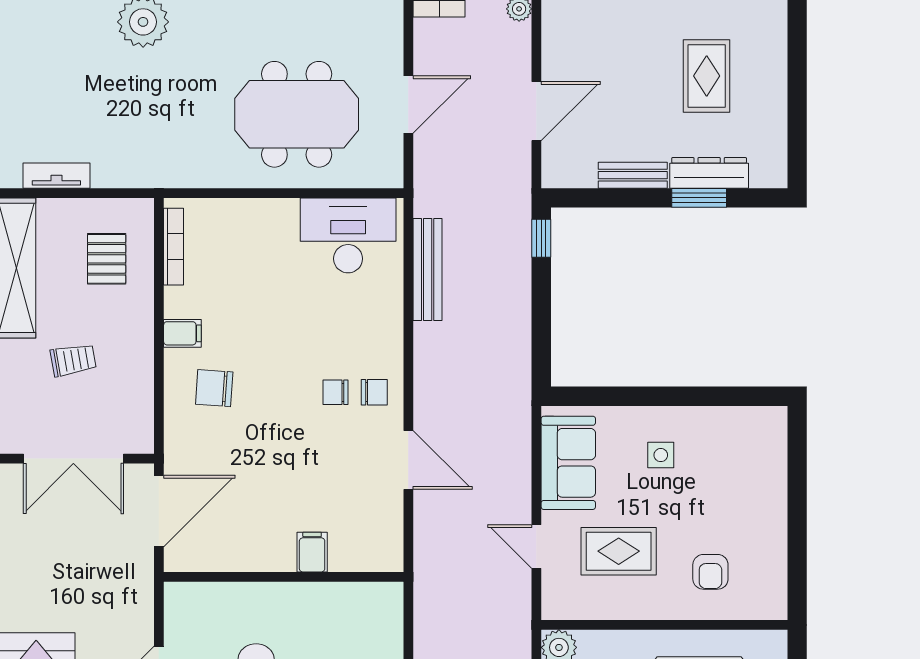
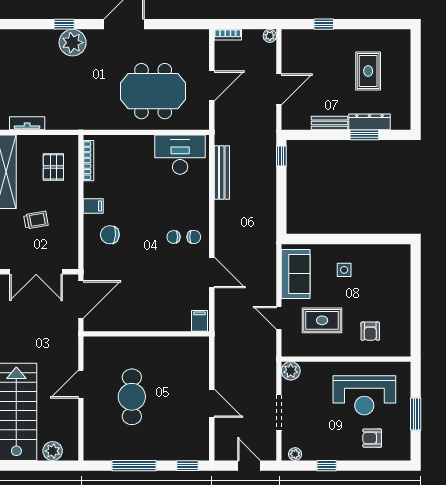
filing cabinet: (312, 552) -> (199, 321), moved

